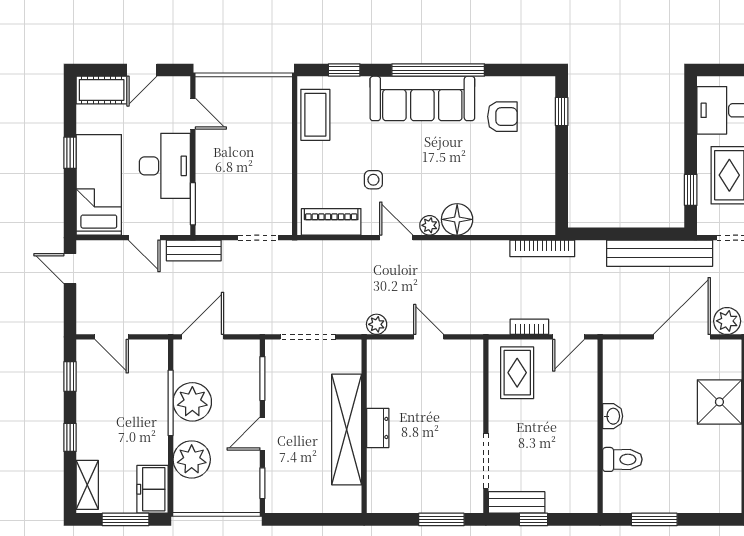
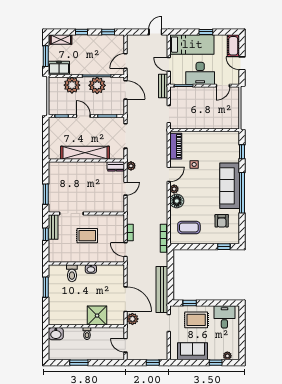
coffee table: (315, 115) -> (189, 227), moved
door: (144, 238) -> (169, 64), hinge flipped
door: (112, 337) -> (125, 61), moved
rug: (517, 373) -> (87, 236), moved
dresser: (378, 428) -> (116, 166), moved

